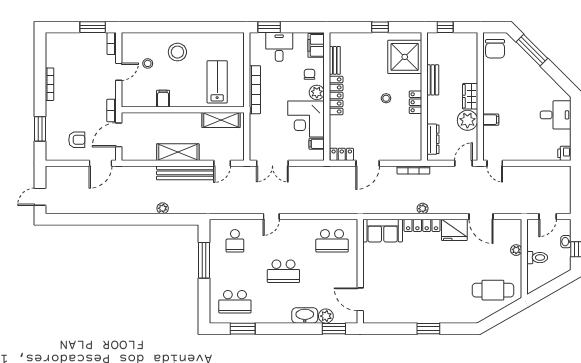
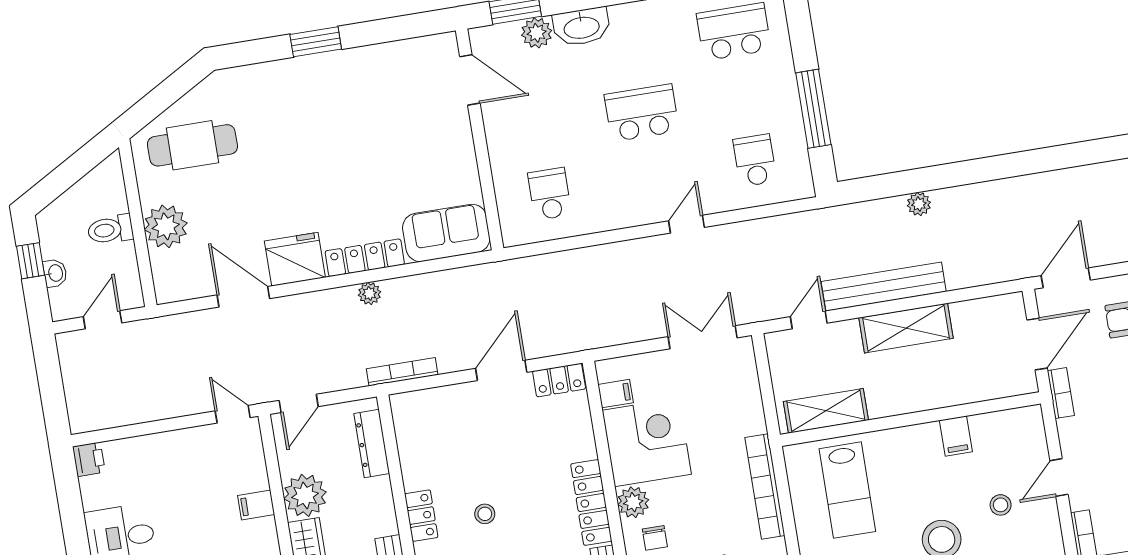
school desk: (332, 241) -> (550, 194), width x0.54
plant: (516, 250) -> (166, 226), width x1.88, depth x1.88

